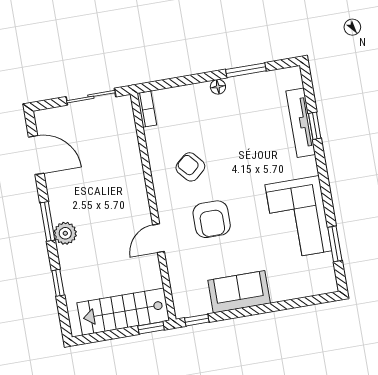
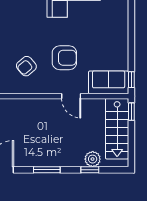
plant: (65, 233) -> (93, 159), moved
sofa: (239, 292) -> (109, 82), moved, turned 90

